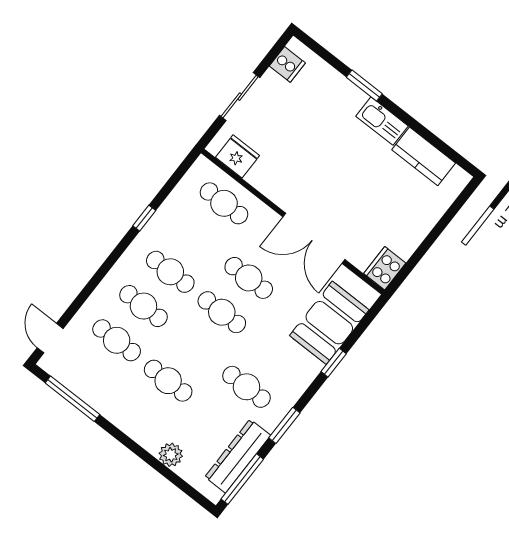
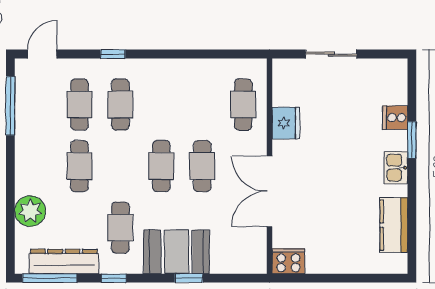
cooker: (287, 64) -> (395, 118), moved, turned 90
kitchen sink: (382, 121) -> (396, 168), width x0.73
fridge: (237, 156) -> (286, 123), moved
window: (144, 218) -> (113, 54), moved
cafe table: (170, 272) -> (161, 105), removed
booth: (329, 323) -> (177, 252), moved
window: (284, 425) -> (114, 278), width x0.67
plant: (171, 455) -> (30, 211), width x1.36, depth x1.36

